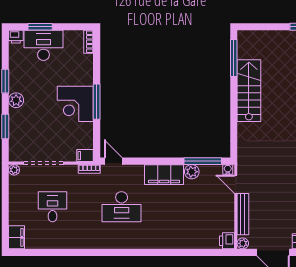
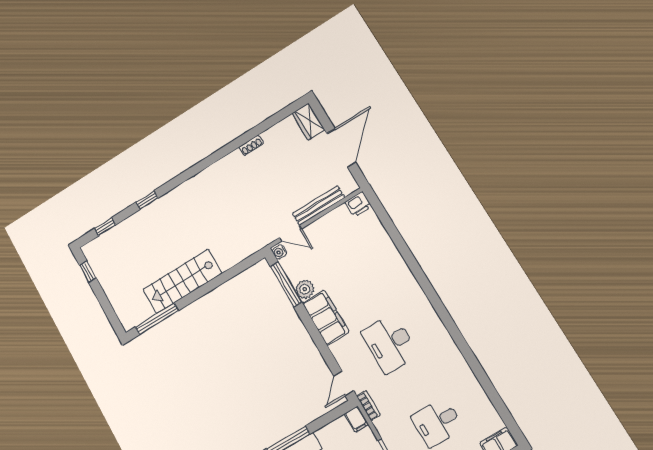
door: (236, 184) -> (291, 233), hinge flipped
desk: (122, 207) -> (390, 343), turned 180
plant: (243, 243) -> (351, 186), removed

